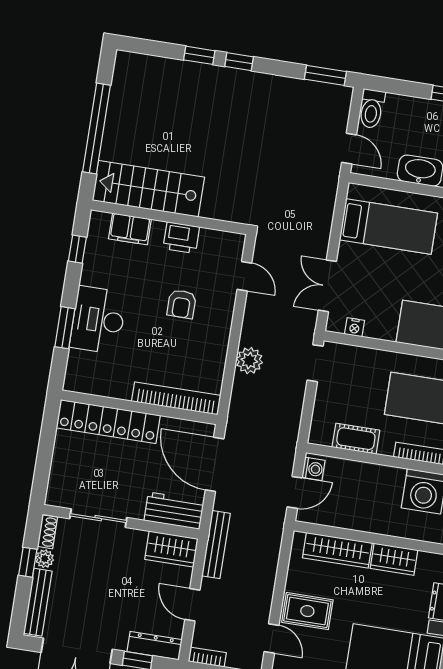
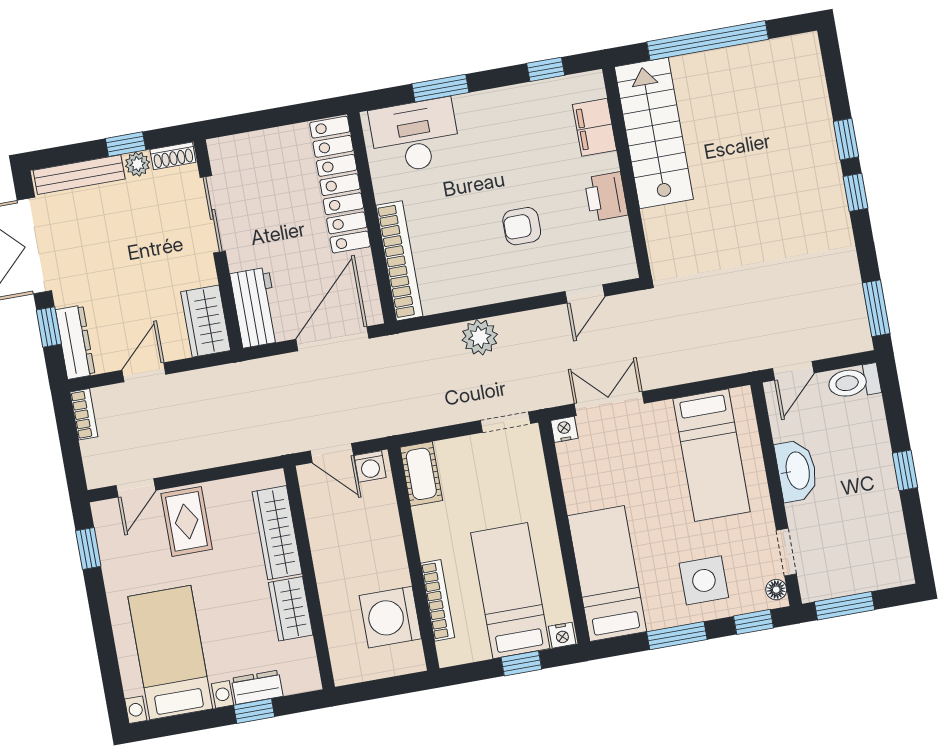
desk: (98, 320) -> (415, 136), moved
nightstand: (355, 327) -> (564, 429), moved, turned 90
cot: (356, 439) -> (421, 474), moved
bench: (216, 545) -> (231, 376), removed

